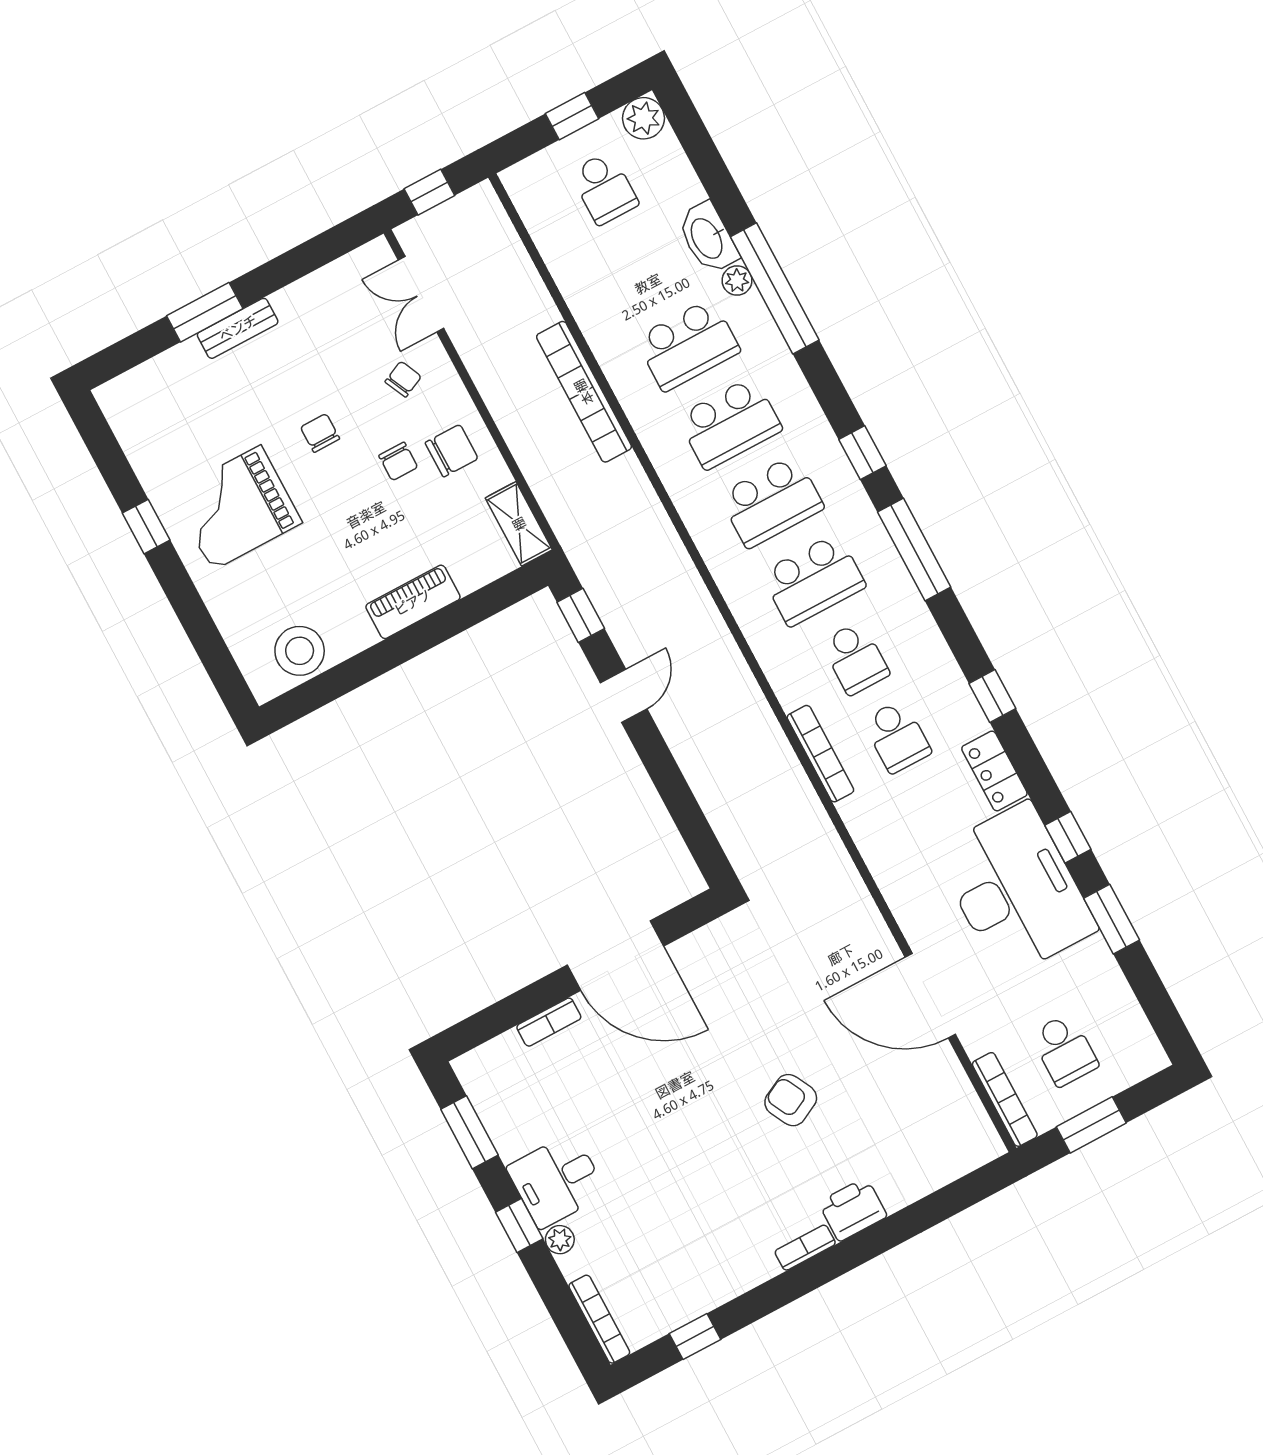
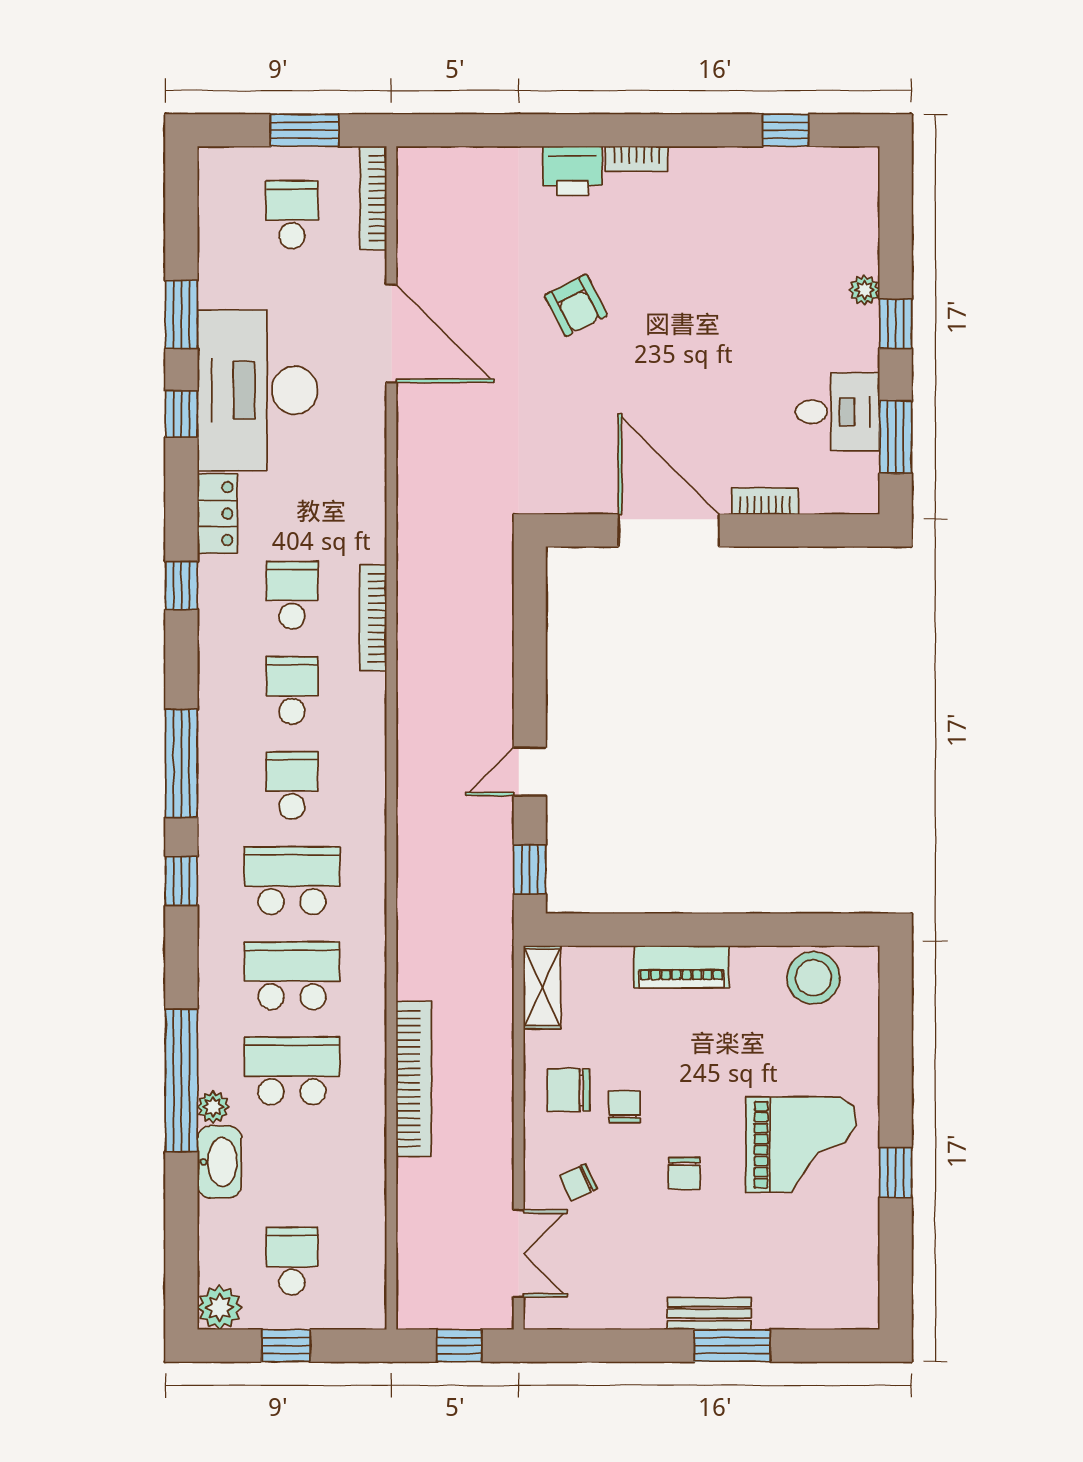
school desk: (813, 580) -> (292, 786), width x0.54
desk: (557, 1180) -> (838, 412), moved
bookcase: (599, 1319) -> (867, 195), removed

